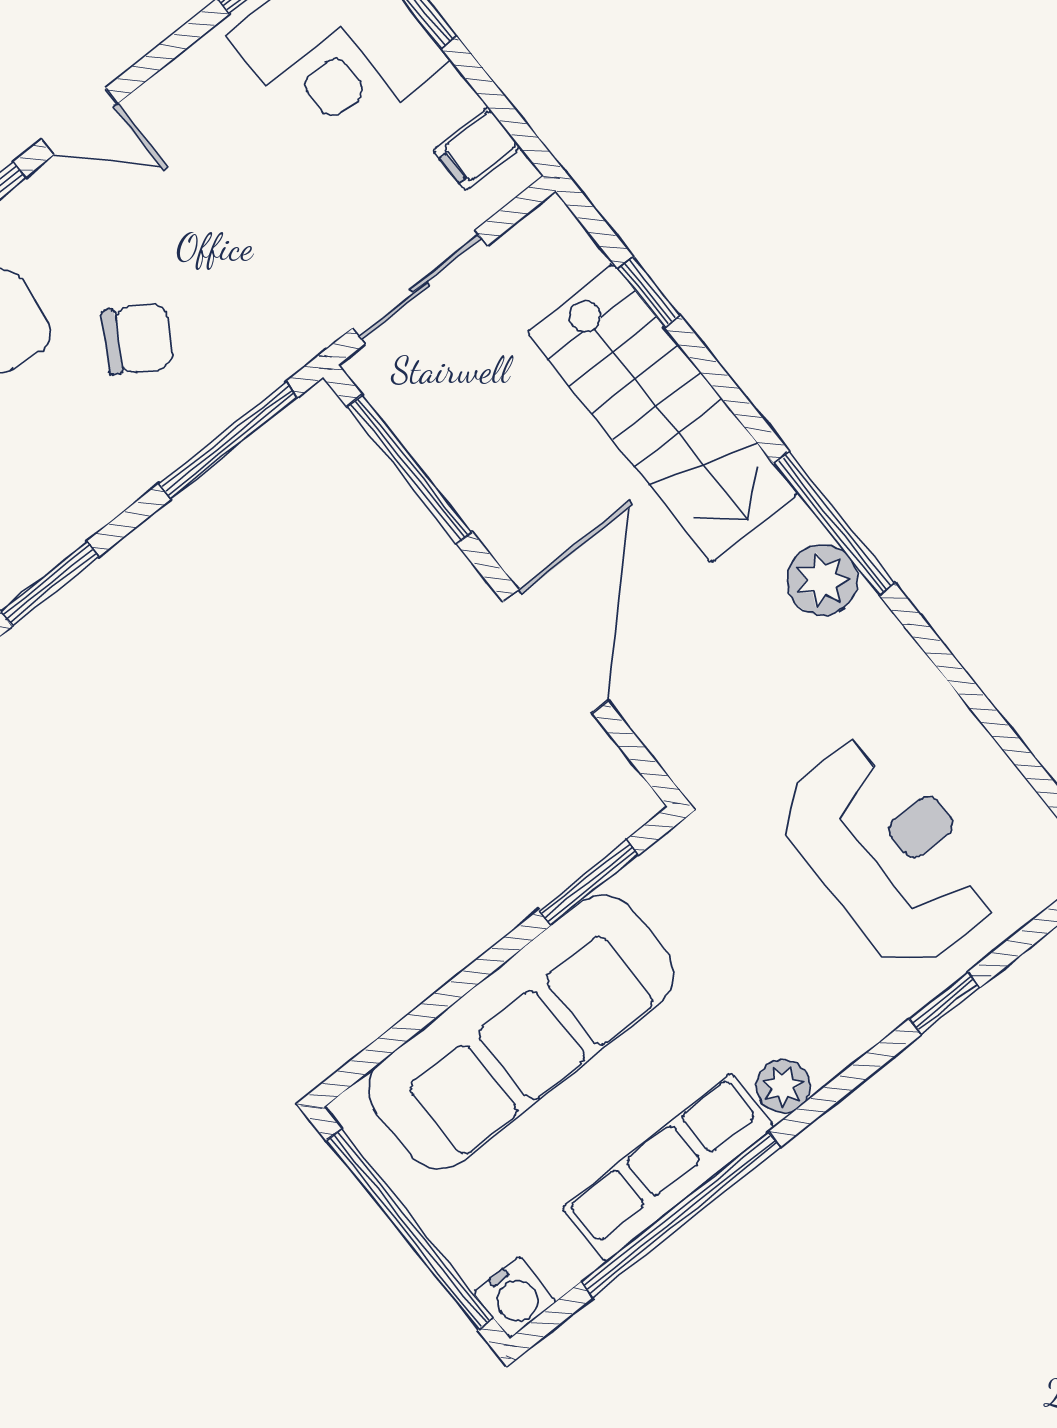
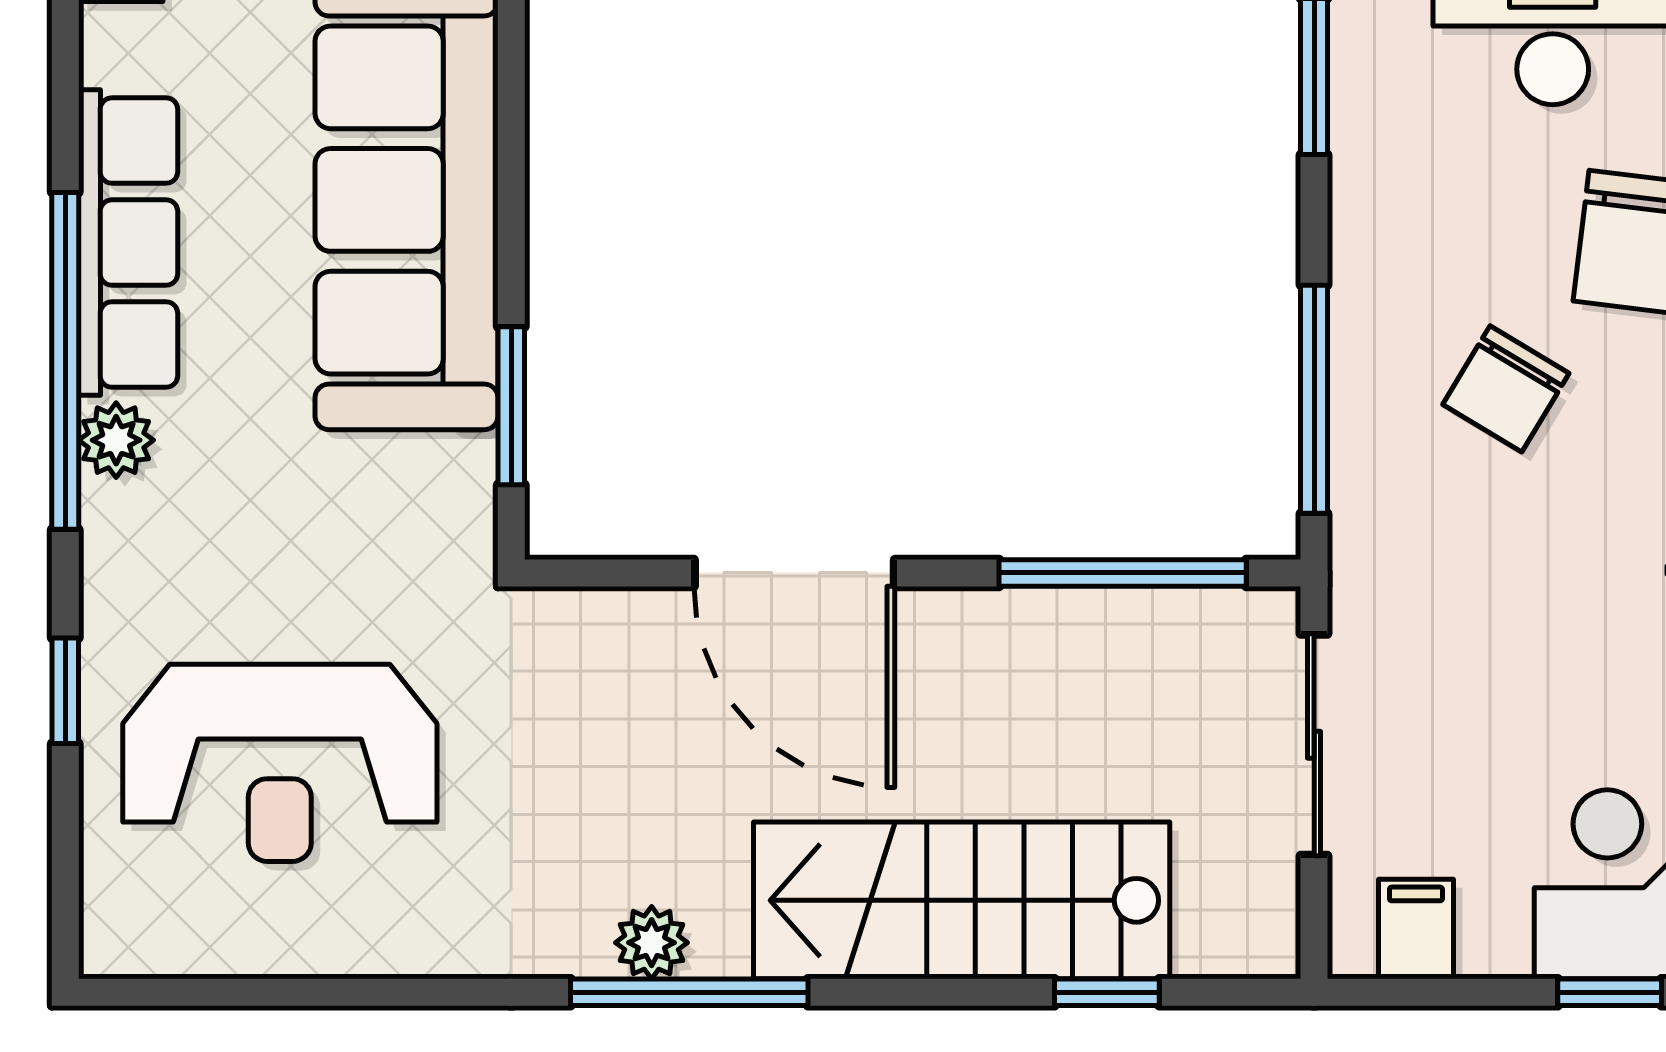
plant: (822, 580) -> (652, 943), width x0.73, depth x0.73
window: (681, 1215) -> (65, 361), moved

